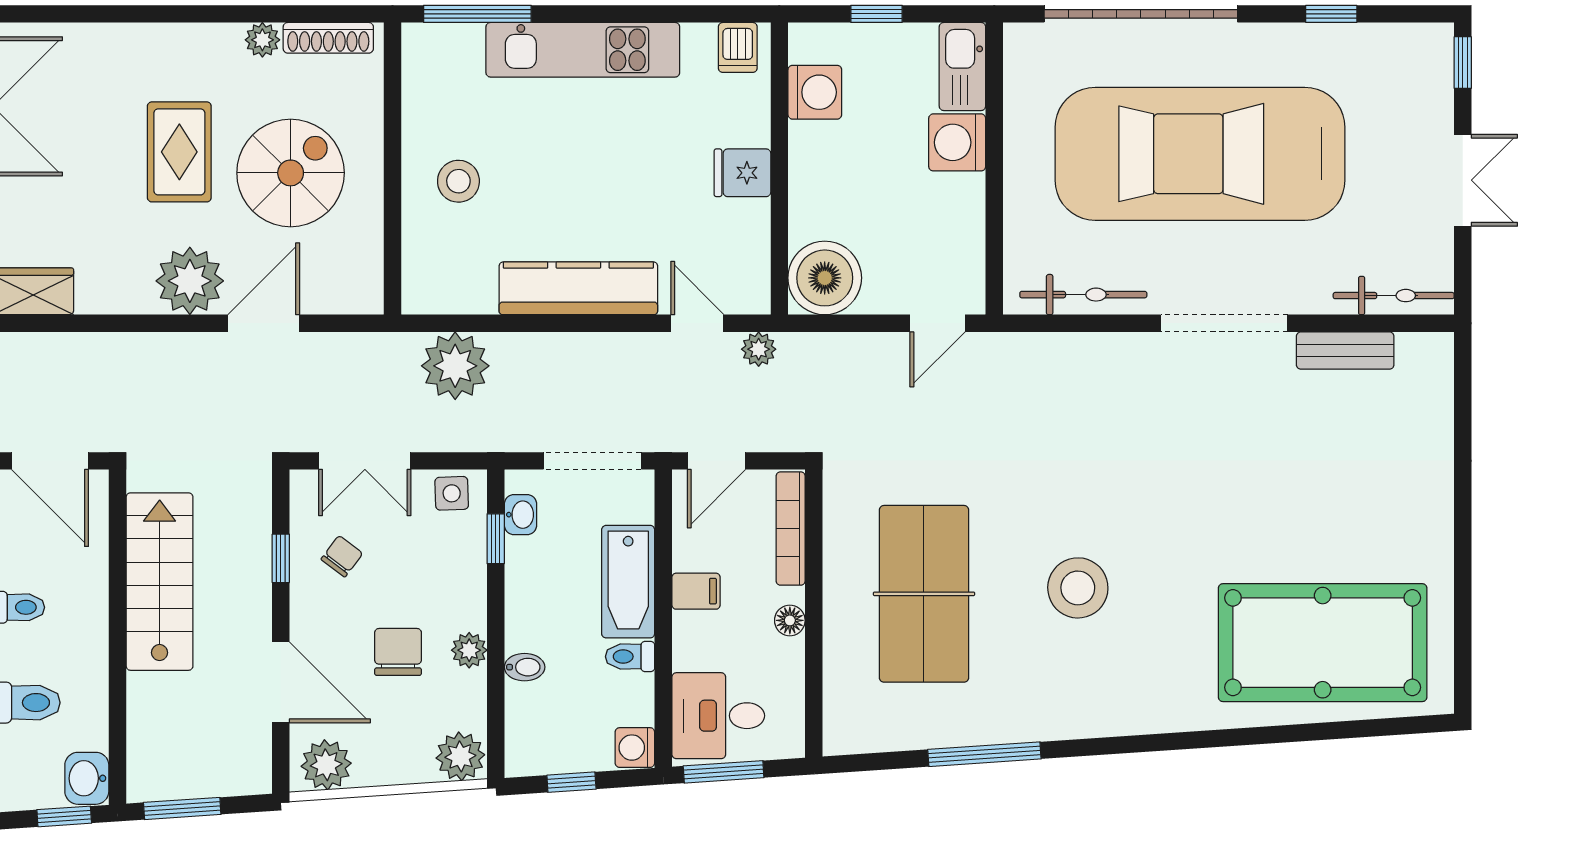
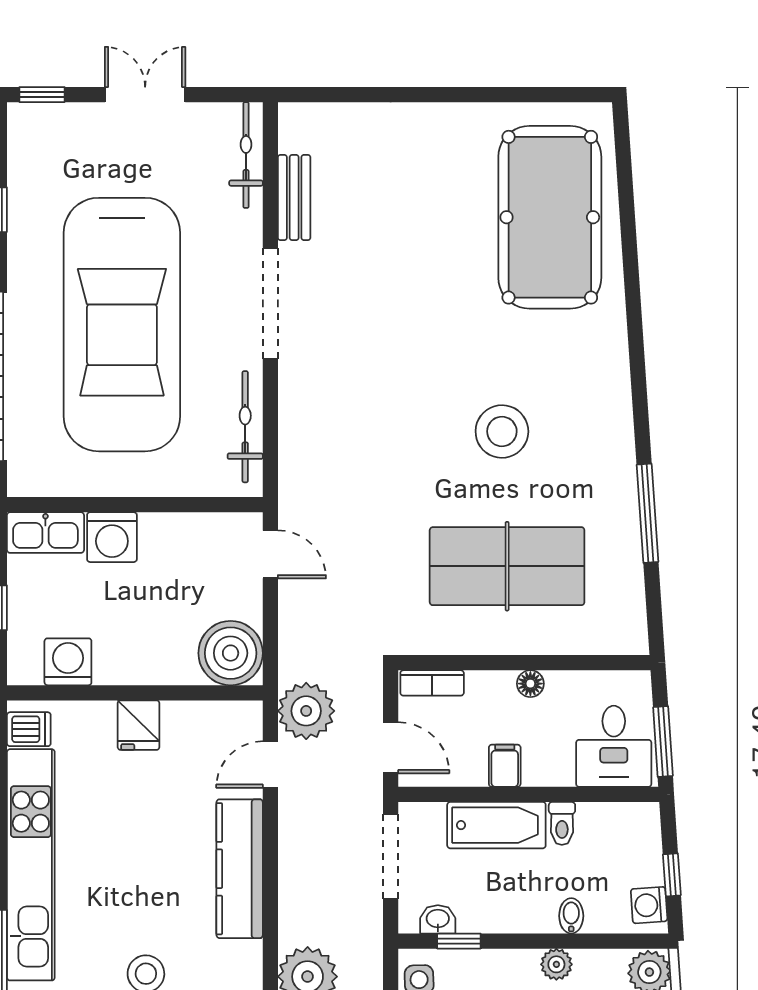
kitchen unit: (583, 50) -> (31, 865), width x1.36
plant: (759, 349) -> (306, 711), width x1.88, depth x1.88
bookcase: (791, 529) -> (432, 683), width x0.64
washing machine: (635, 748) -> (649, 905), moved, turned 86

